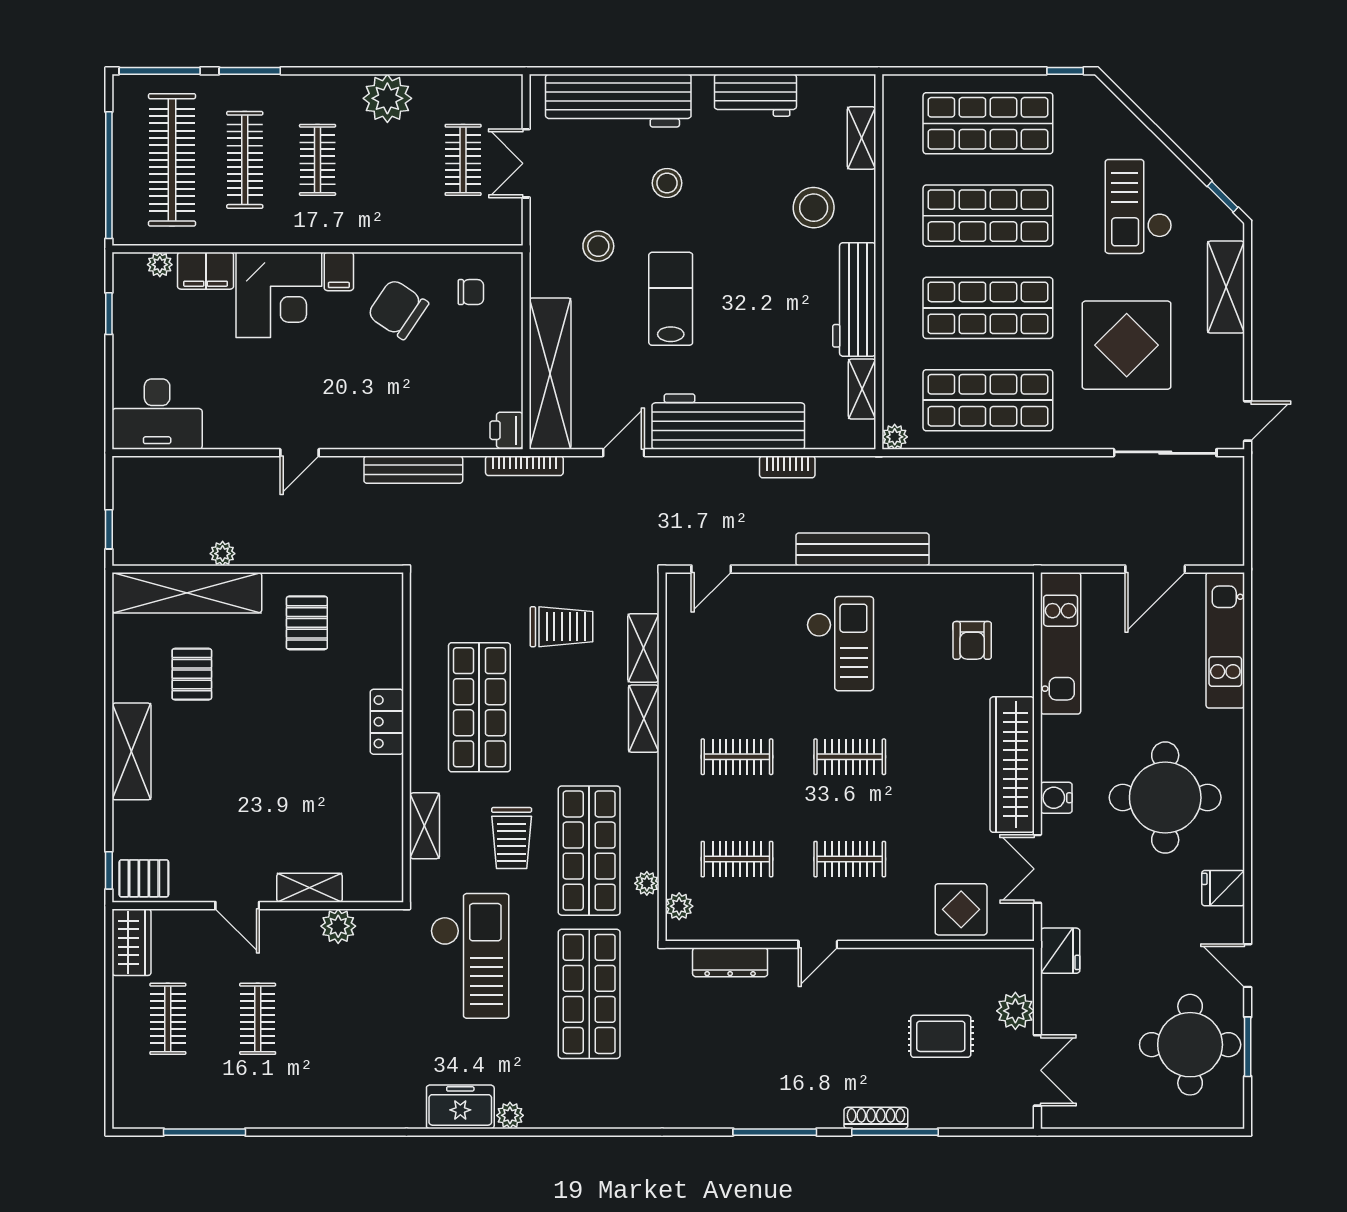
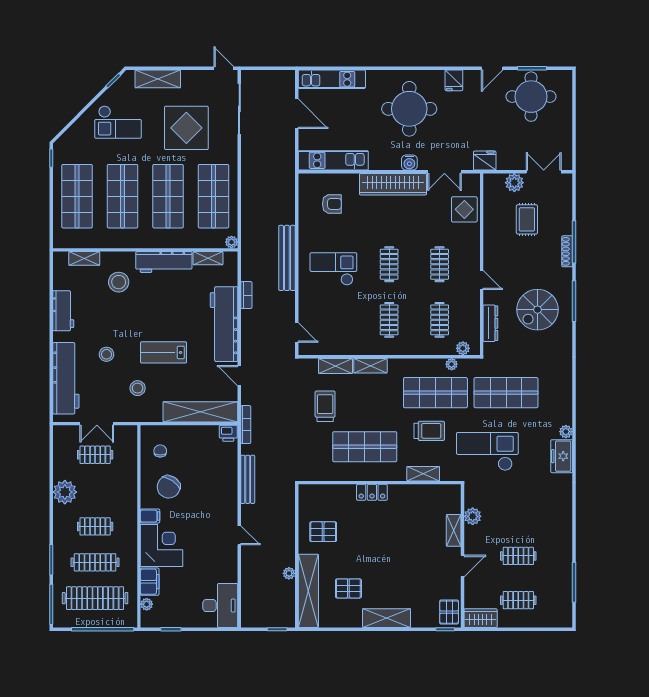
spiral stairs: (758, 1058) -> (538, 310), added

